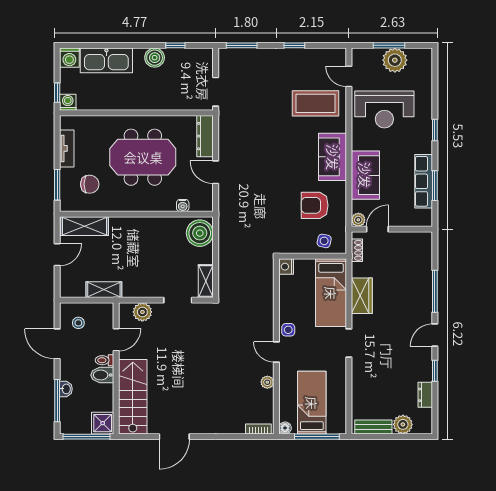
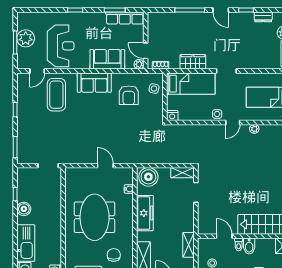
dresser: (205, 136) -> (80, 173), removed
door: (216, 172) -> (105, 166), swing flipped
row of seats: (424, 181) -> (125, 18), moved
freezer: (149, 228) -> (145, 213), added
plant: (142, 312) -> (204, 218), removed

